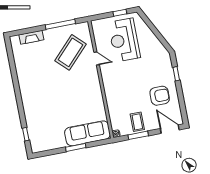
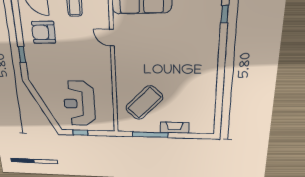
fireplace: (31, 37) -> (174, 128), moved
reception desk: (124, 40) -> (79, 104), turned 180
door: (97, 58) -> (112, 38), moved

